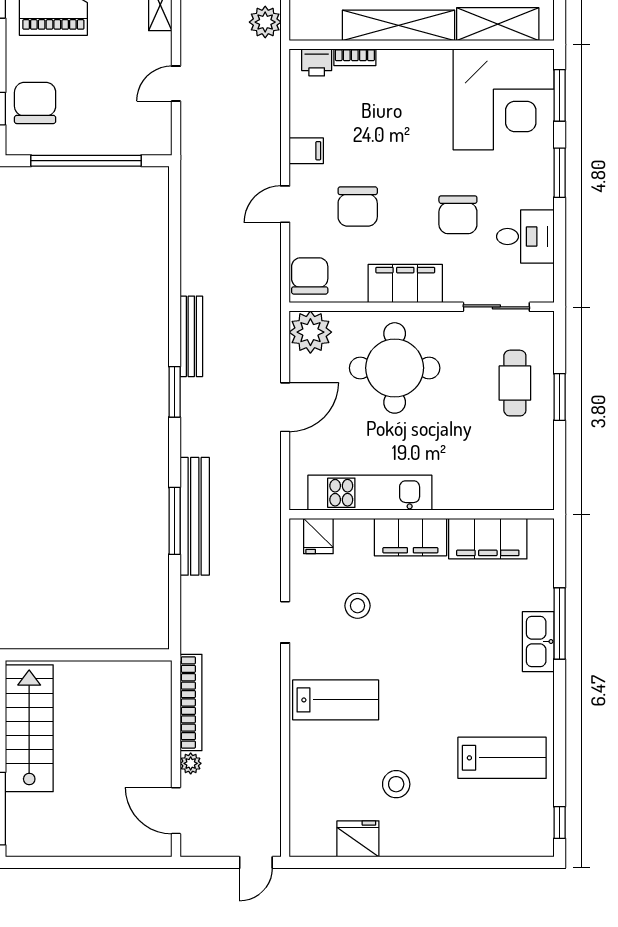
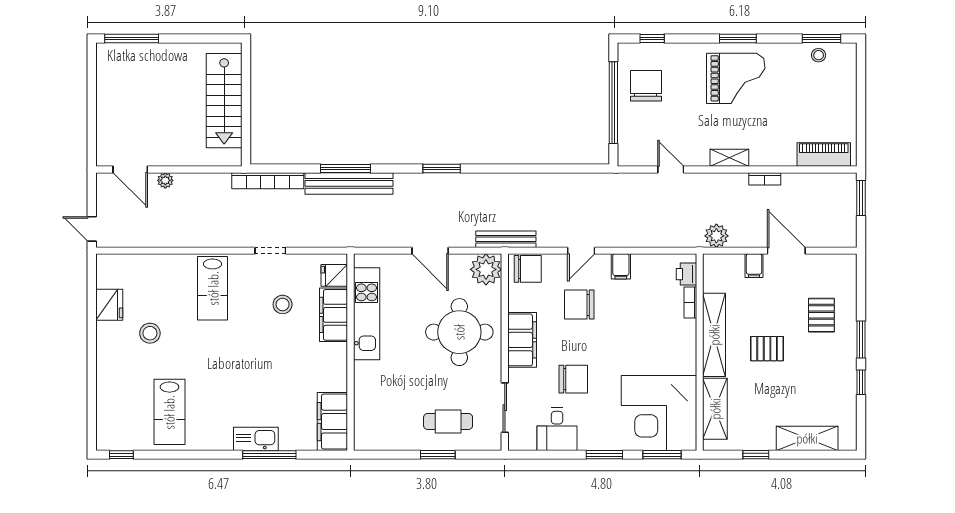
chair: (35, 103) -> (646, 86), moved, turned -90
door: (285, 204) -> (581, 251), swing flipped
chair: (458, 215) -> (573, 379), turned 180
bench: (191, 336) -> (506, 239), moved
filing cabinet: (410, 537) -> (334, 315), moved
filing cabinet: (488, 539) -> (332, 422), moved
bookcase: (191, 702) -> (268, 181), moved
stairs: (29, 728) -> (224, 101), moved, turned 90
door: (176, 811) -> (130, 169), swing flipped

